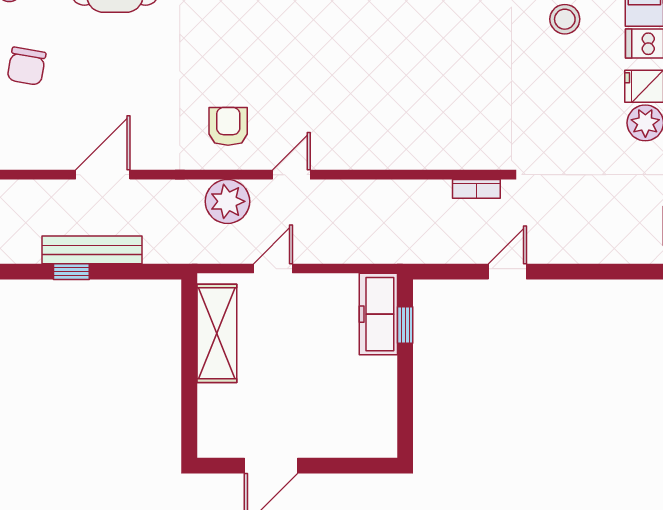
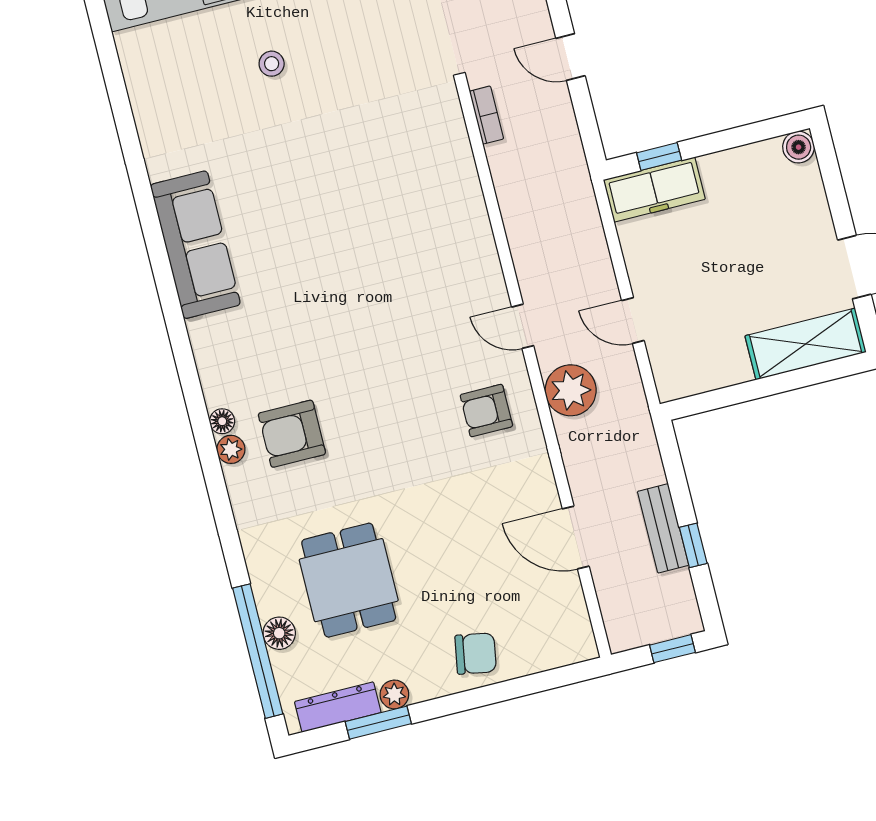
stool: (565, 19) -> (272, 64), width x0.73, depth x0.73
bench: (92, 250) -> (663, 528), width x0.73
shelving: (217, 333) -> (806, 344), moved
boiler: (384, 444) -> (799, 147), added

